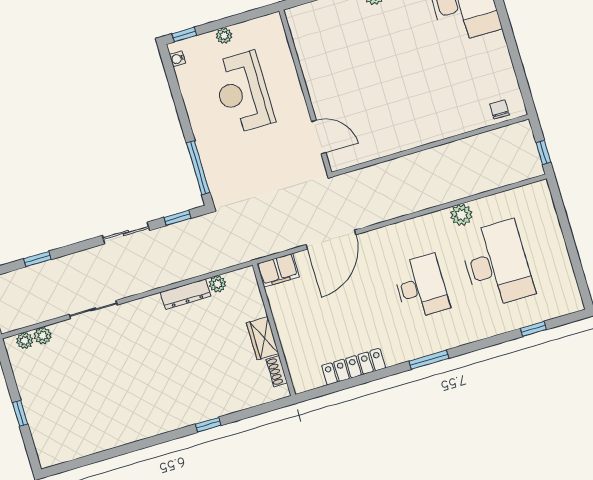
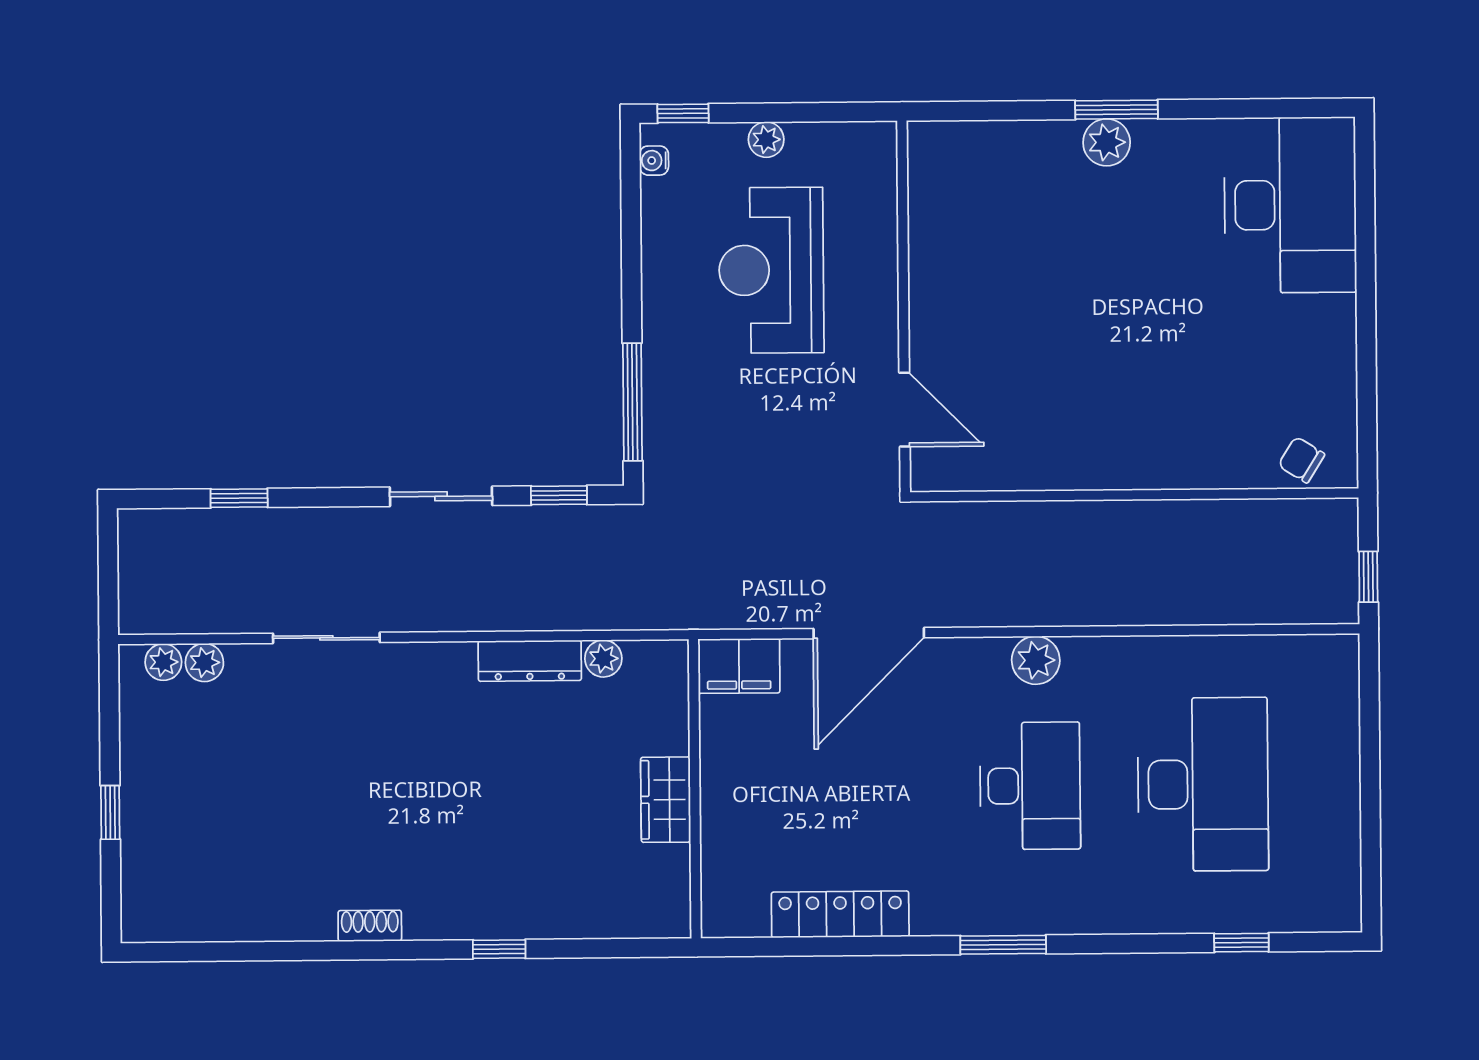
chair: (499, 109) -> (1301, 460), turned -58
plant: (461, 215) -> (1036, 660), moved
shoe rack: (277, 371) -> (370, 926), moved, turned 90

